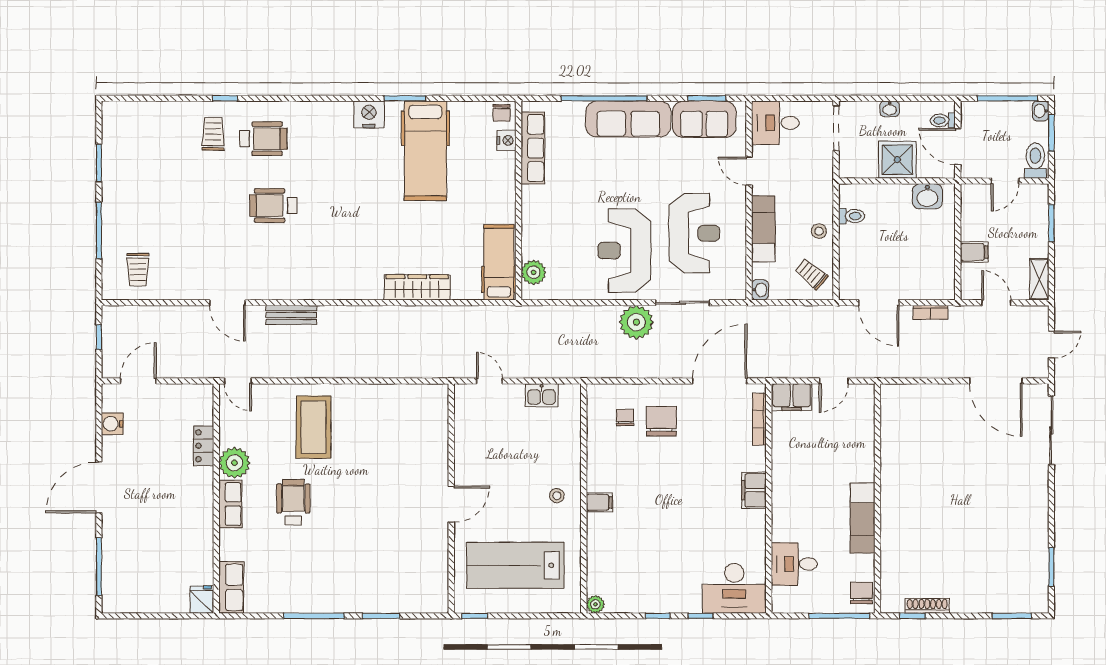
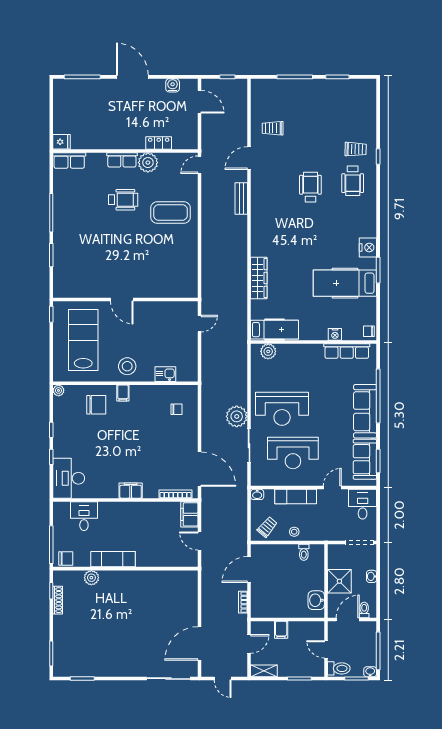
nightstand: (507, 140) -> (335, 334), moved
reception desk: (624, 250) -> (282, 409), turned 180
trolley: (138, 270) -> (273, 128), moved
kitchen sink: (542, 395) -> (165, 374), moved, turned 90
chair: (661, 421) -> (96, 405), moved
stool: (557, 496) -> (127, 366), width x1.89, depth x1.89
plant: (892, 552) -> (91, 578), added

